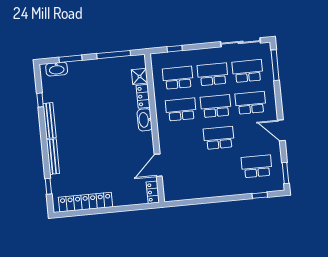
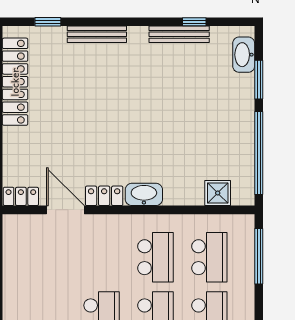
window: (175, 49) -> (259, 256), width x2.17
window: (114, 55) -> (259, 153), width x1.46
locker: (143, 96) -> (104, 196), moved
bench: (49, 121) -> (179, 34), moved

